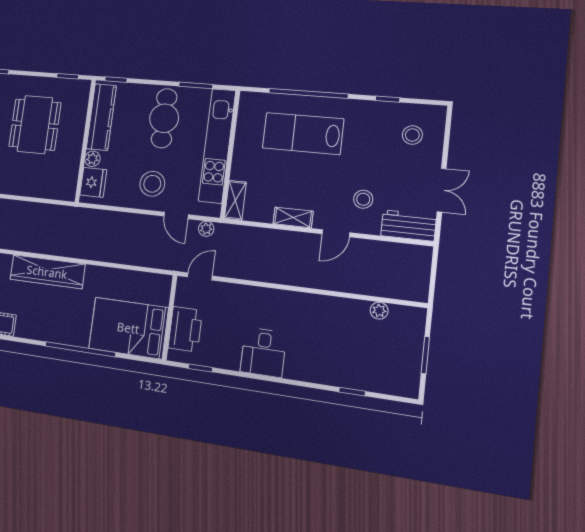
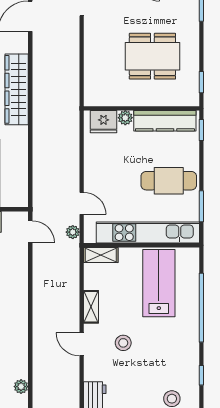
lab bench: (303, 134) -> (159, 283), moved
stool: (152, 184) -> (108, 178), removed
stool: (363, 199) -> (123, 343), moved
door: (176, 215) -> (82, 203), swing flipped

